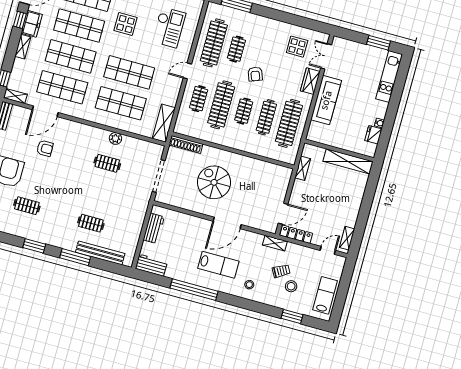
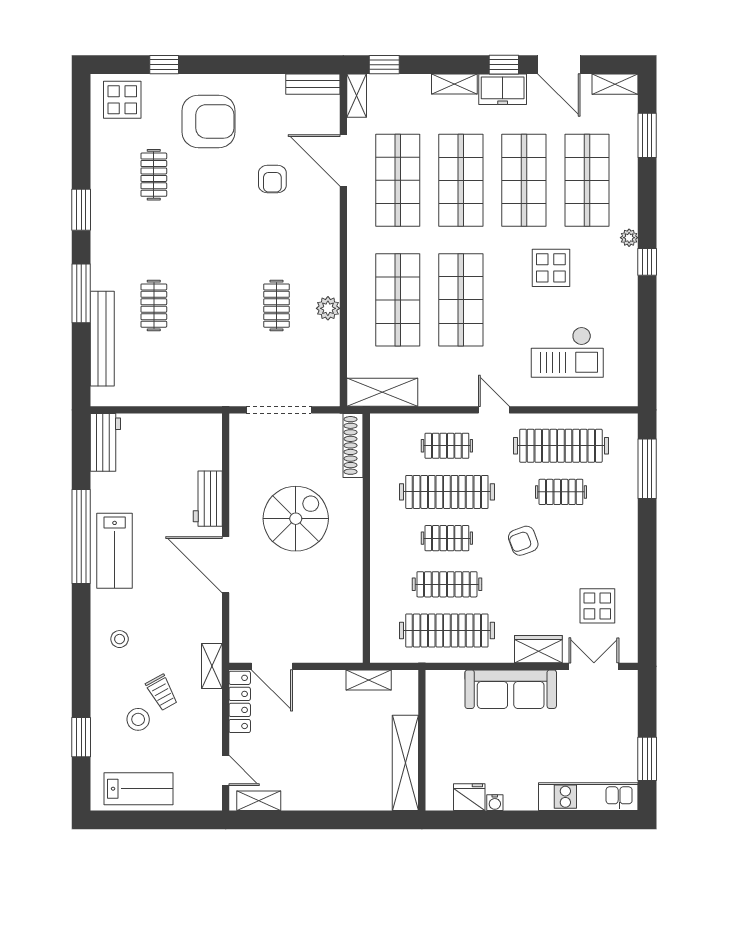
workbench: (154, 228) -> (208, 499), moved, turned 90
lab bench: (218, 265) -> (115, 551), moved

